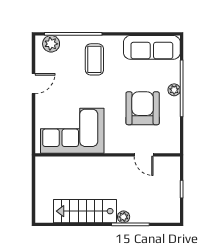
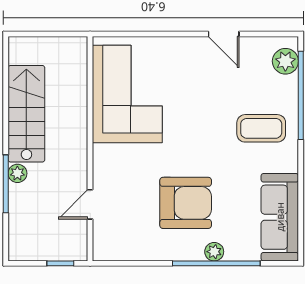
corner sofa: (72, 131) -> (127, 94), moved
wall: (108, 155) -> (90, 149), moved
door: (144, 155) -> (90, 204), moved

